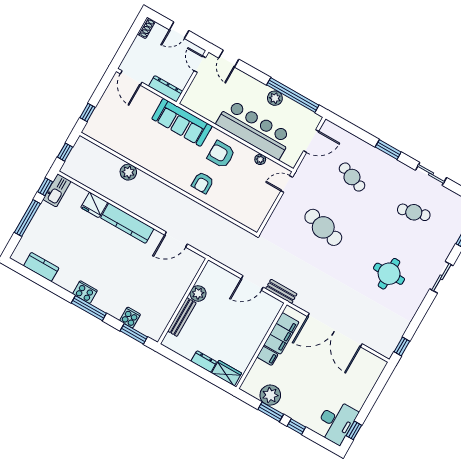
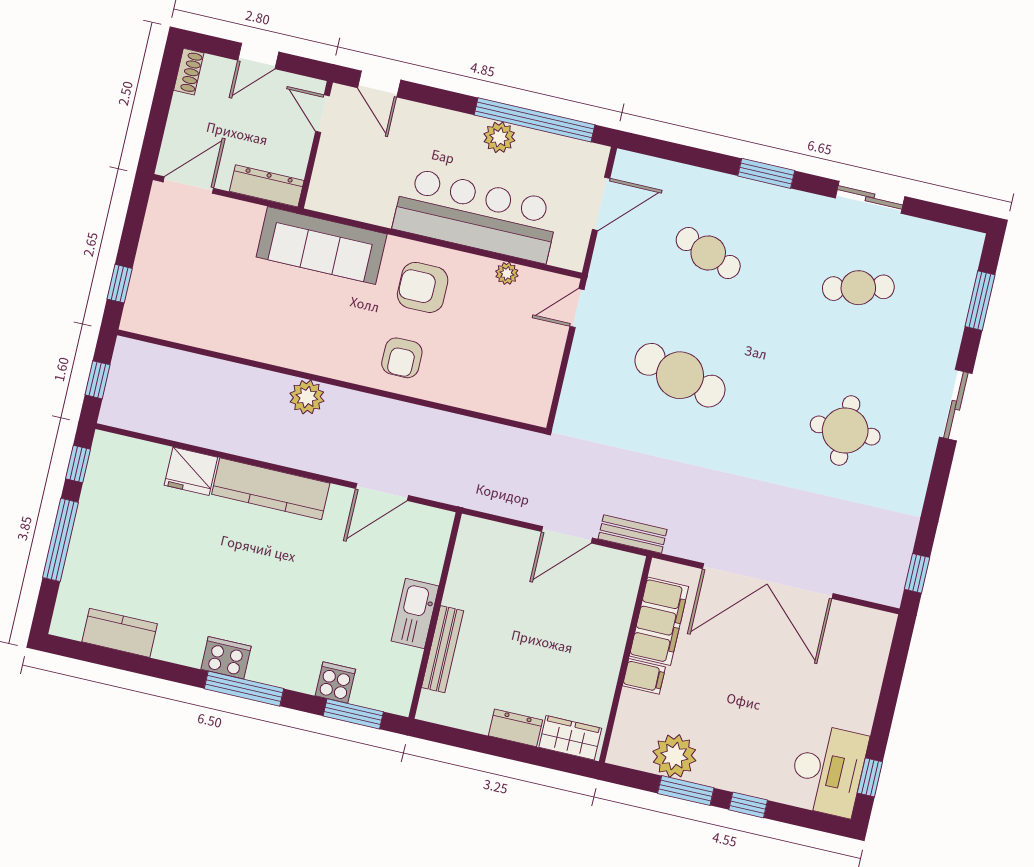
door: (131, 78) -> (188, 185), swing flipped
plant: (128, 172) -> (307, 397), moved
kitchen sink: (57, 190) -> (415, 614), moved, turned 180
plant: (198, 293) -> (461, 590), removed

